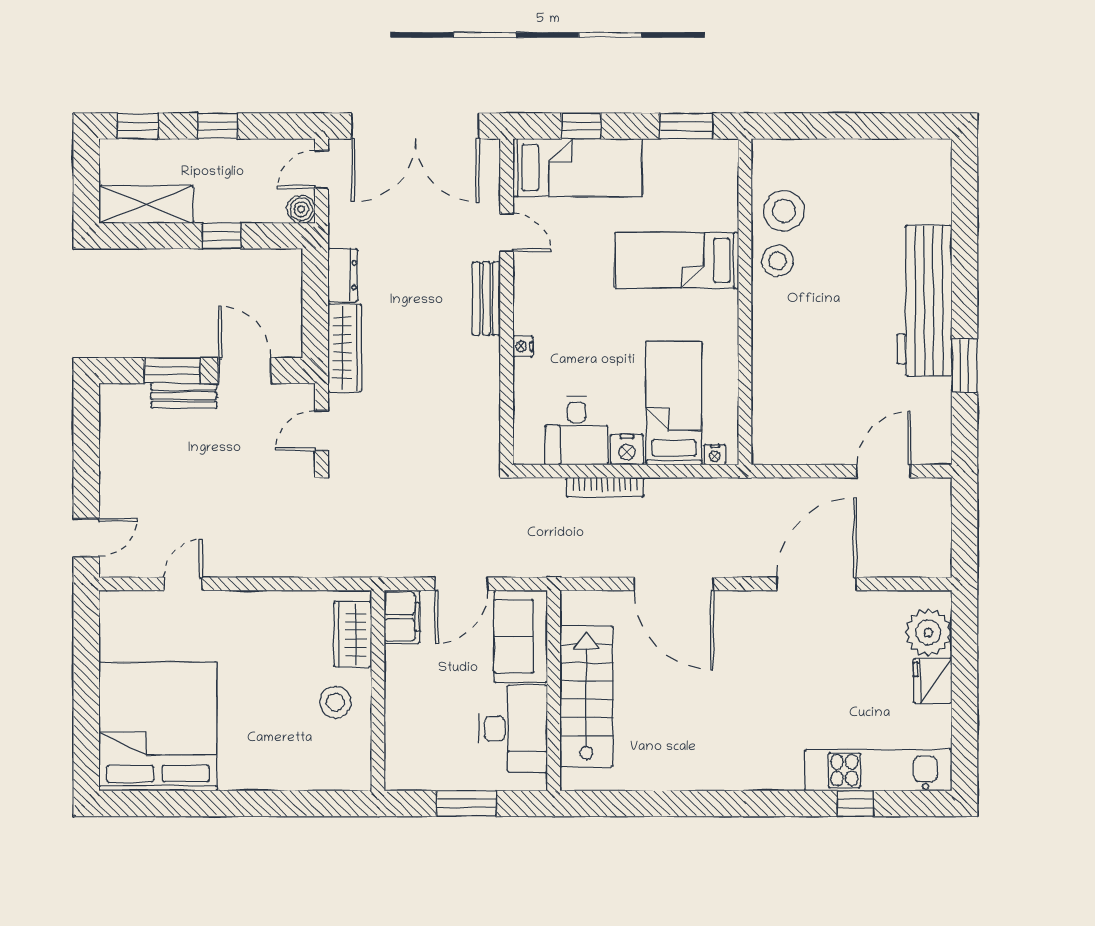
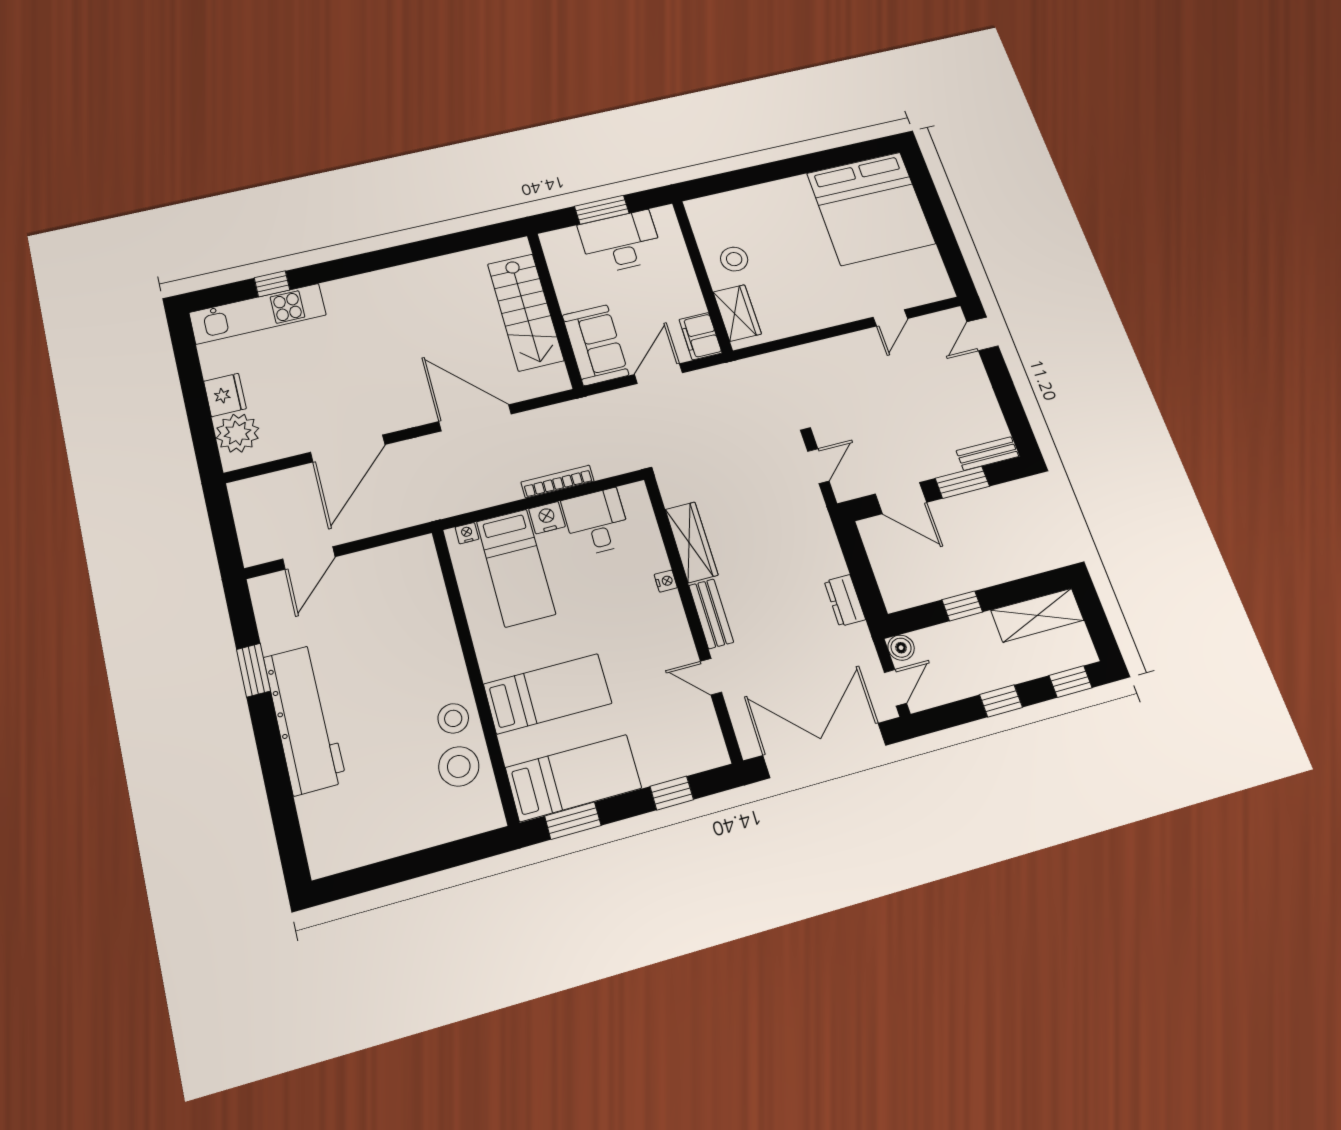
bed: (577, 168) -> (573, 778), moved, turned 180
wardrobe: (345, 348) -> (691, 542), moved, turned 180
bench: (184, 396) -> (987, 454), moved
desk: (513, 728) -> (621, 242), moved, turned 90

